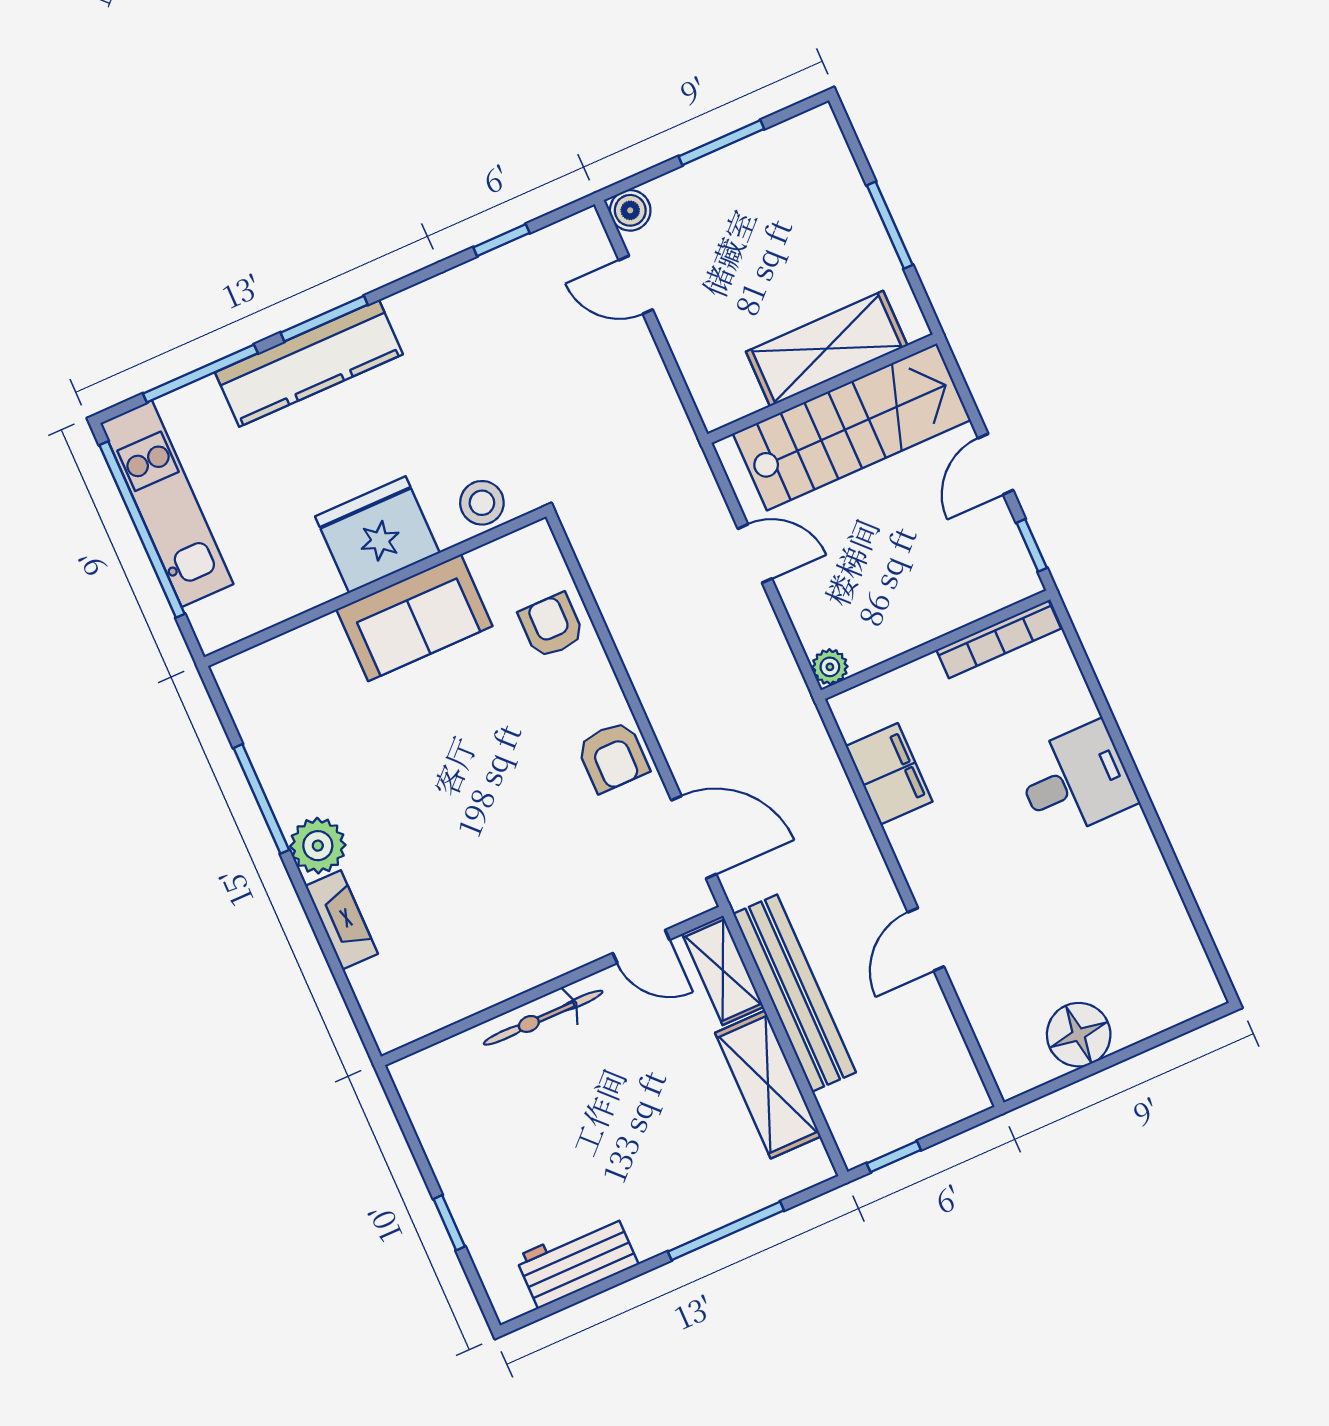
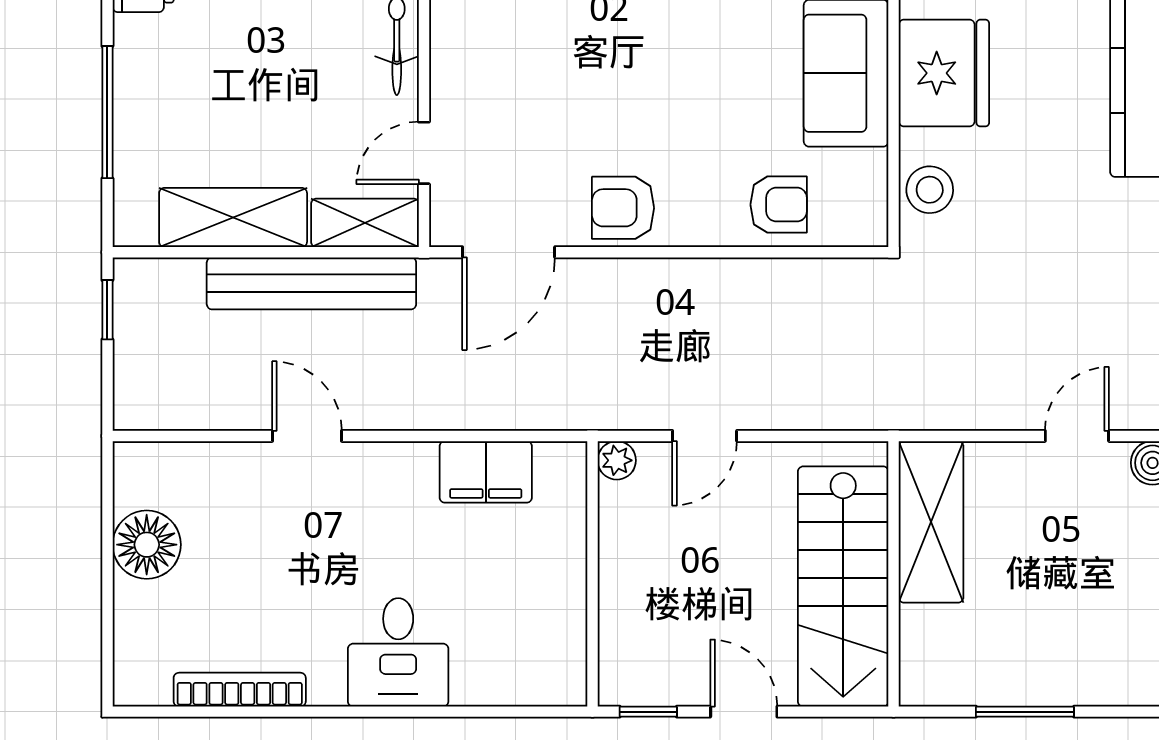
shelving: (827, 349) -> (931, 522), moved
door: (755, 554) -> (705, 436), moved
bookcase: (999, 639) -> (240, 690), moved, turned 90

